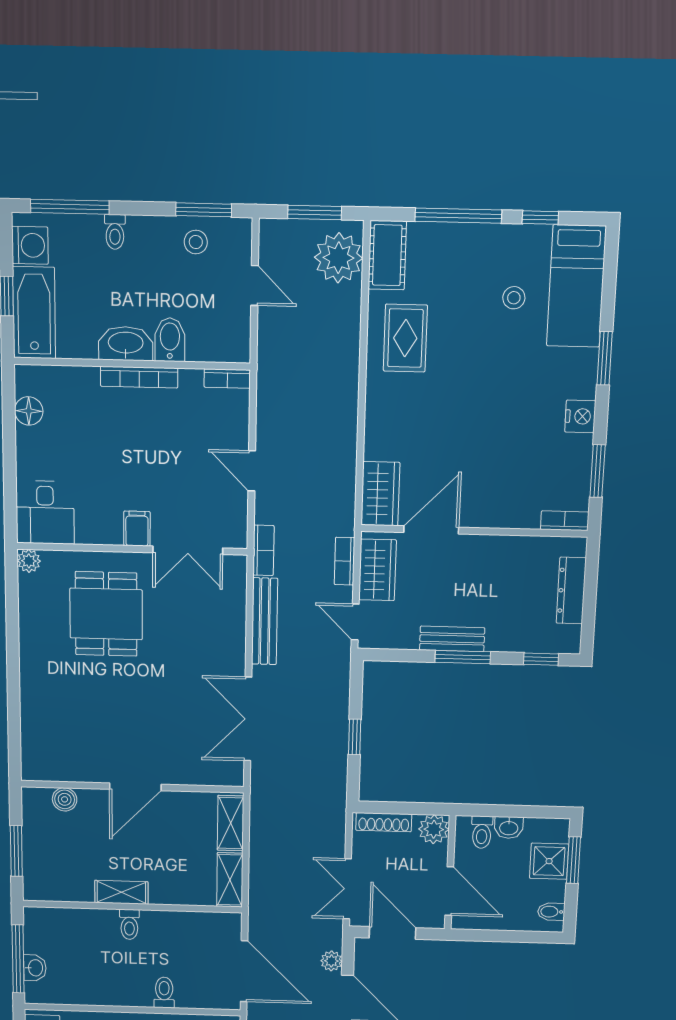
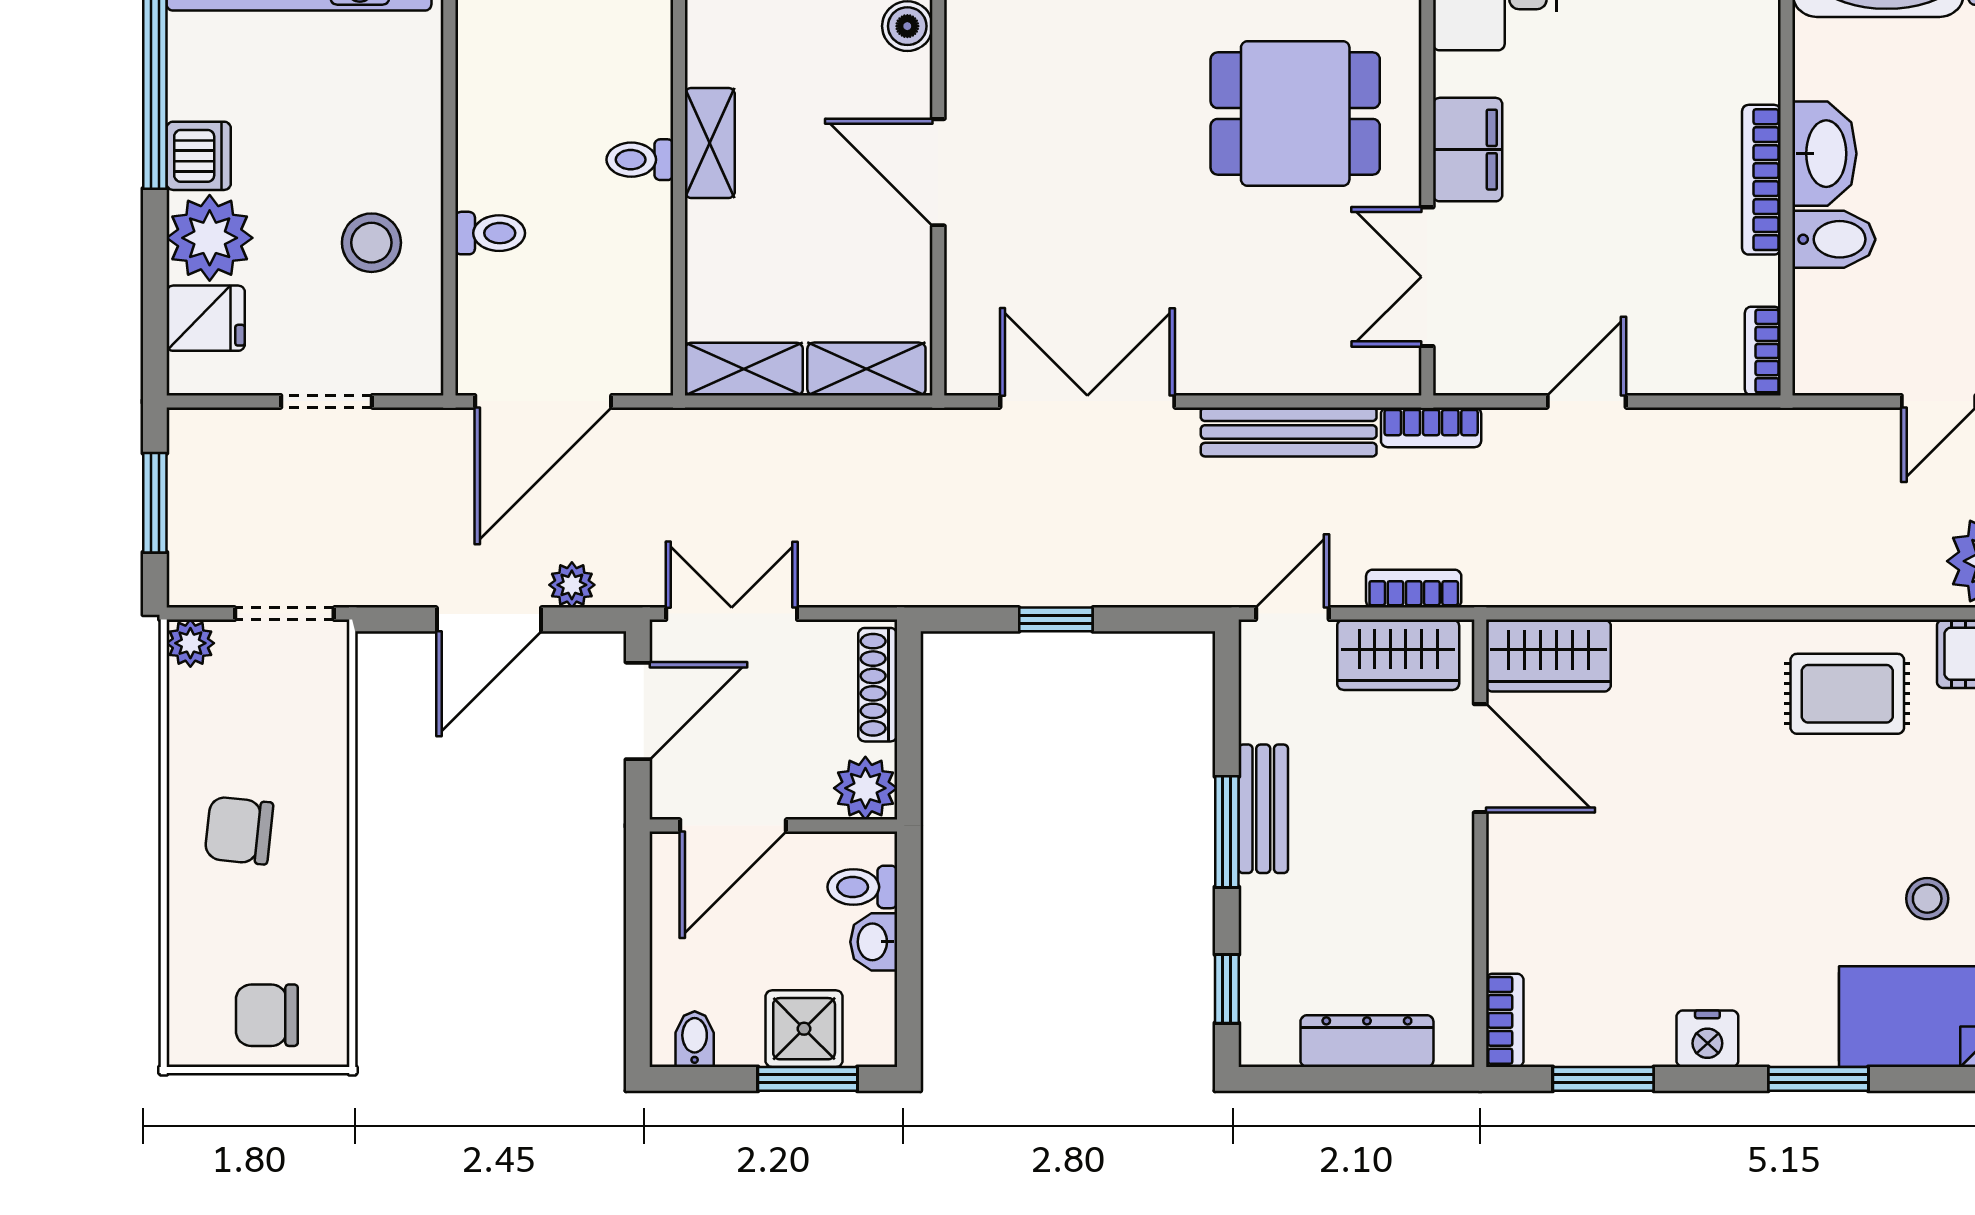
filing cabinet: (137, 529) -> (1468, 150), width x2.00

